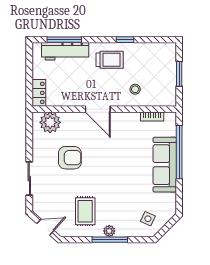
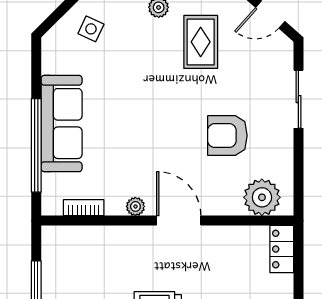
stool: (135, 89) -> (113, 255), removed
plant: (122, 117) -> (135, 206), added

